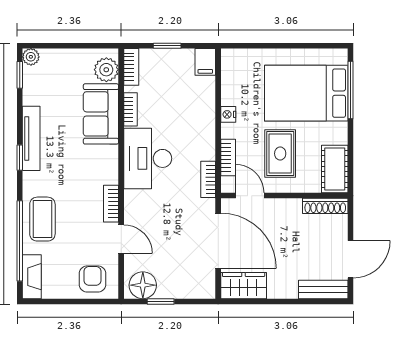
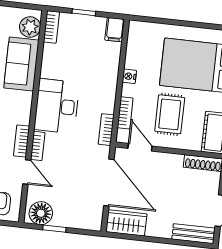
bookcase: (130, 109) -> (38, 146), moved

